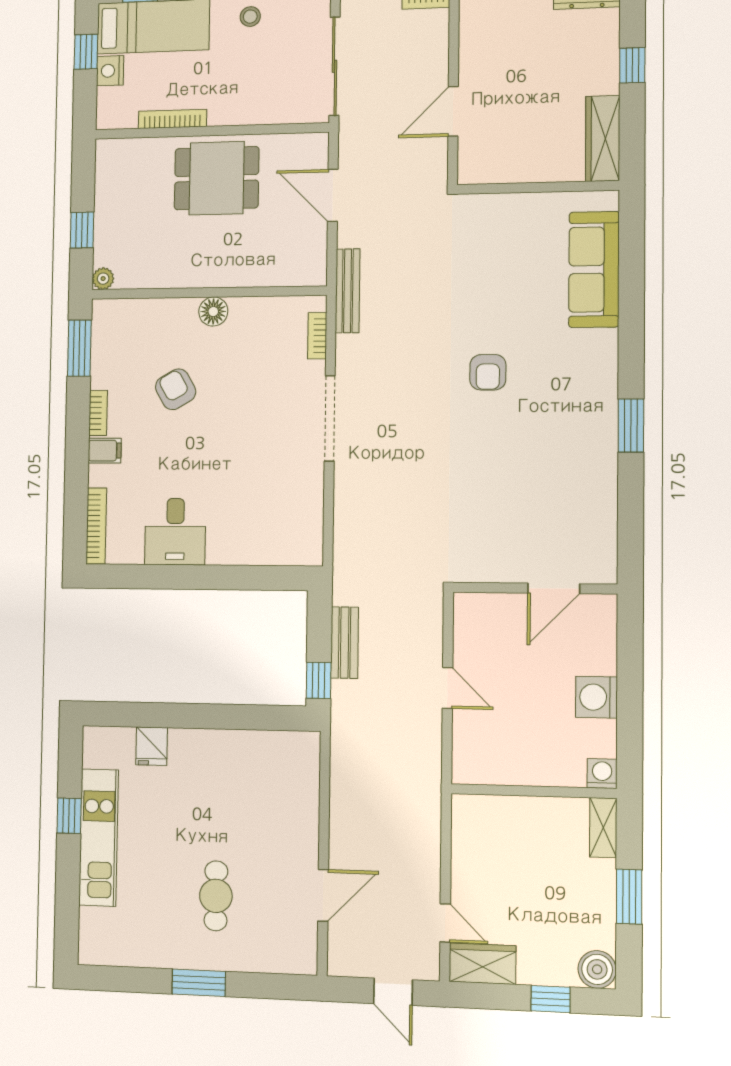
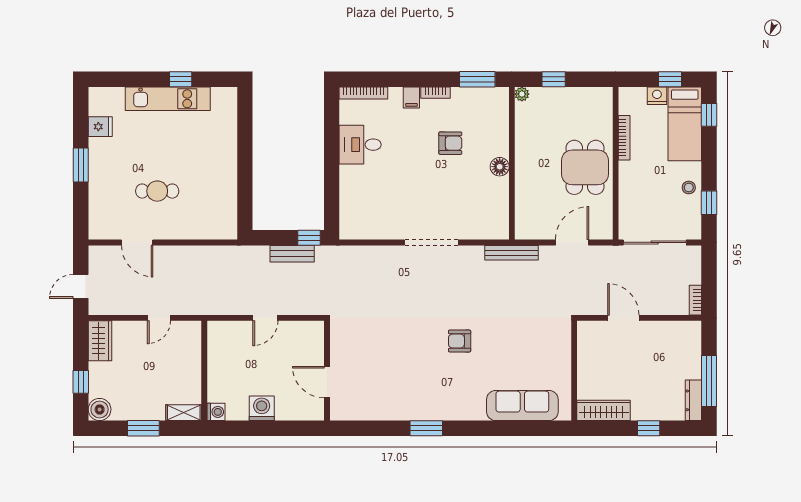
bookcase: (317, 336) -> (483, 234), removed
armchair: (176, 389) -> (450, 143), turned 30
window: (319, 680) -> (309, 238), moved
fridge: (152, 746) -> (100, 127), moved, turned 180
cafe table: (216, 896) -> (157, 191), moved
door: (445, 923) -> (159, 318), moved

